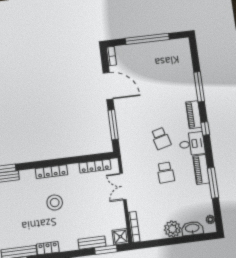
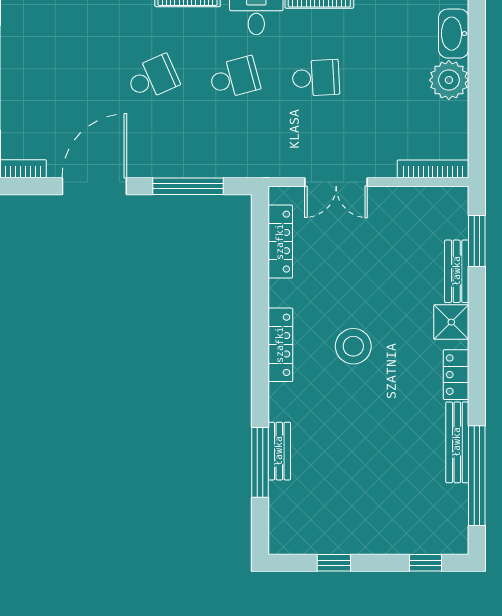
school desk: (156, 105) -> (153, 78), added
shower: (120, 237) -> (451, 322), moved

